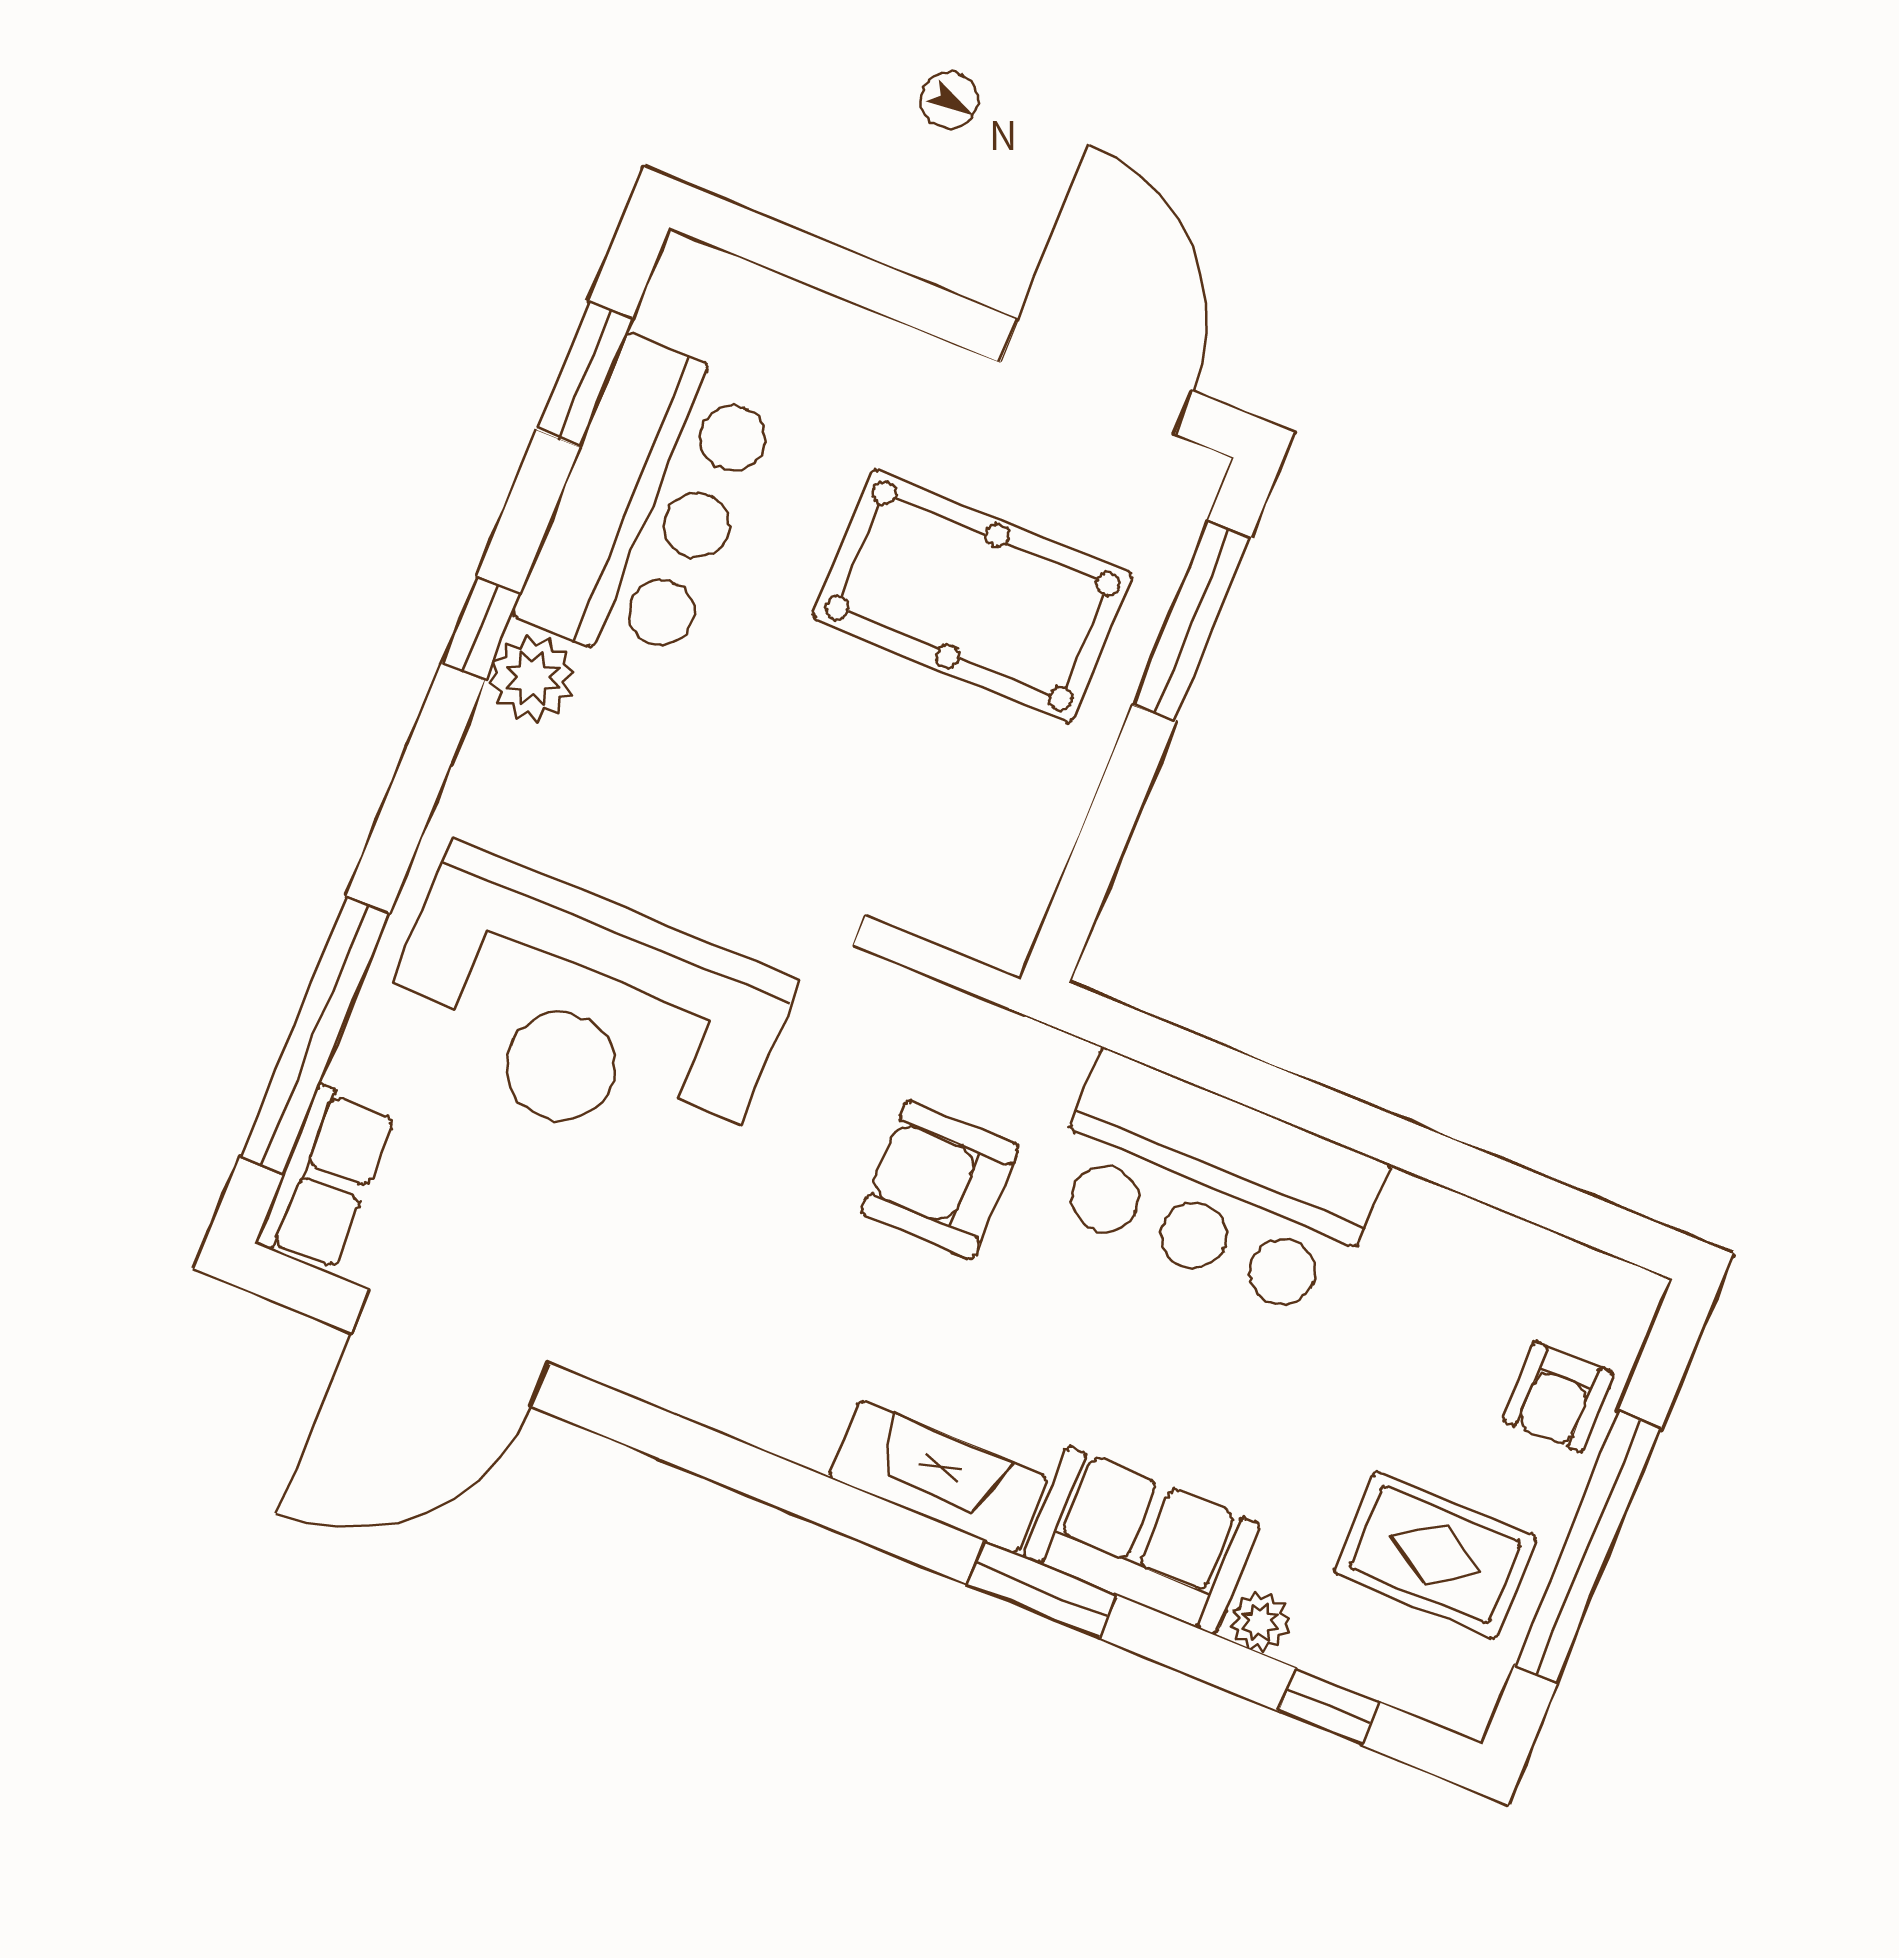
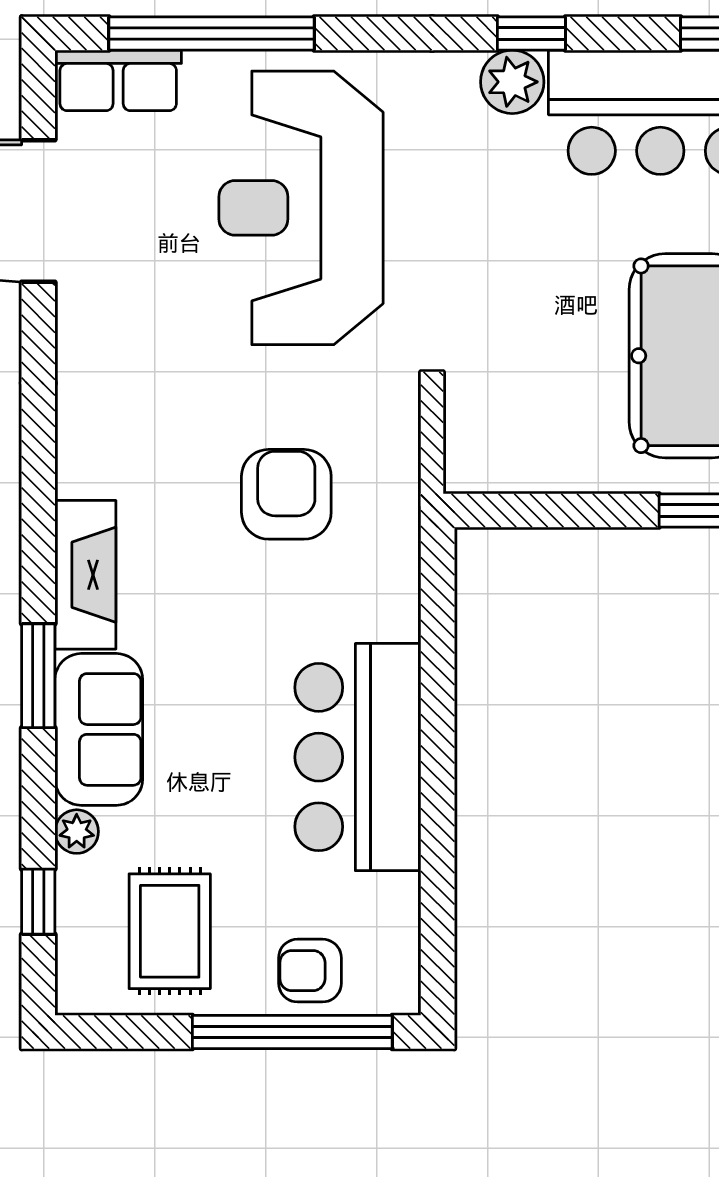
bar counter: (1214, 1185) -> (358, 757), moved
window: (1588, 1547) -> (292, 1032), moved

